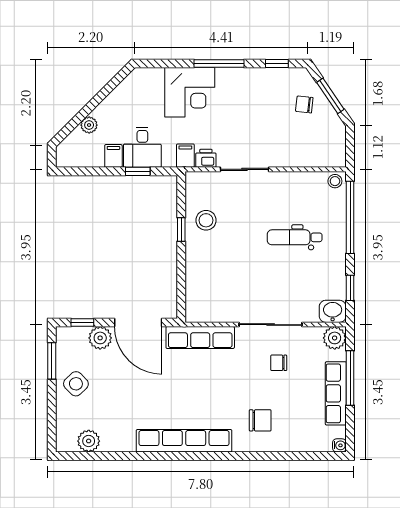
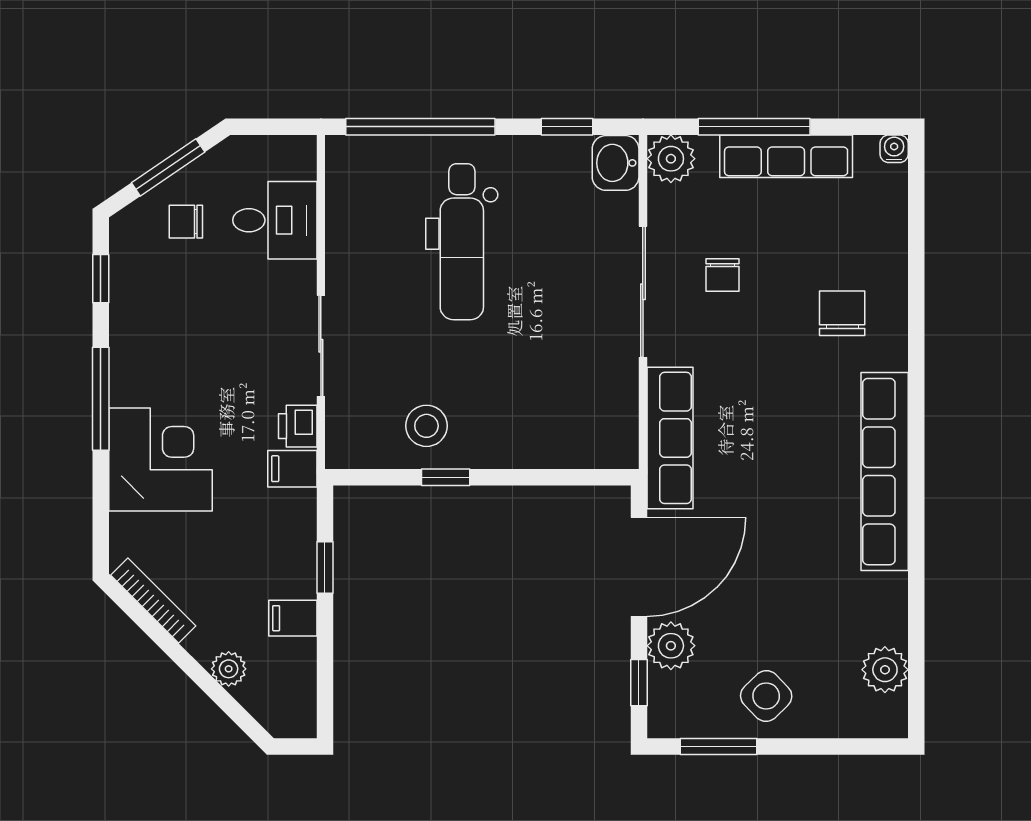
bookcase: (122, 89) -> (153, 601), added
chair: (304, 104) -> (186, 222), turned 84
desk: (142, 147) -> (275, 220), moved
stool: (335, 181) -> (345, 158), removed
dental chair: (295, 237) -> (462, 242), width x1.36, depth x1.38

